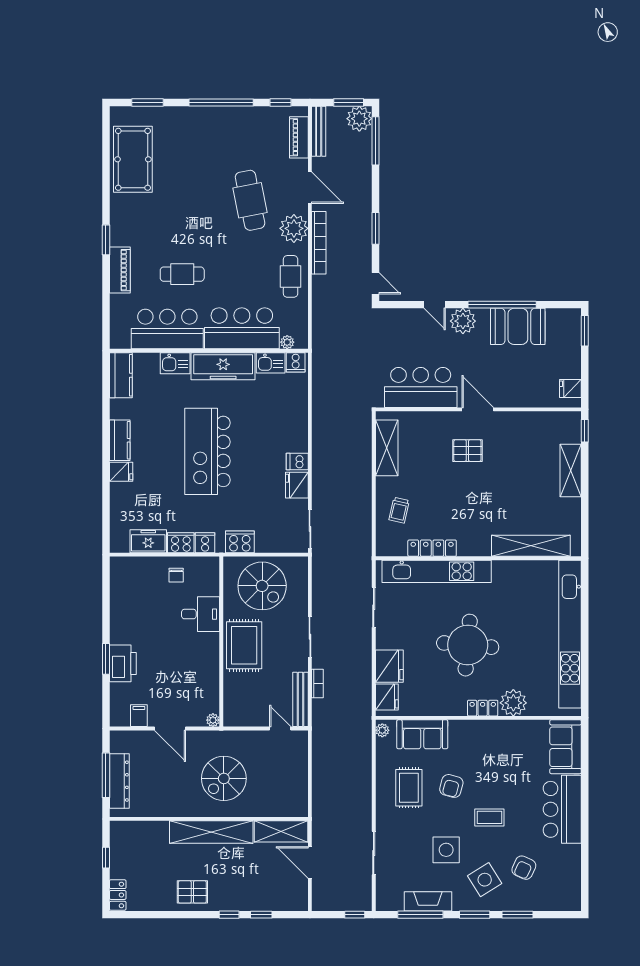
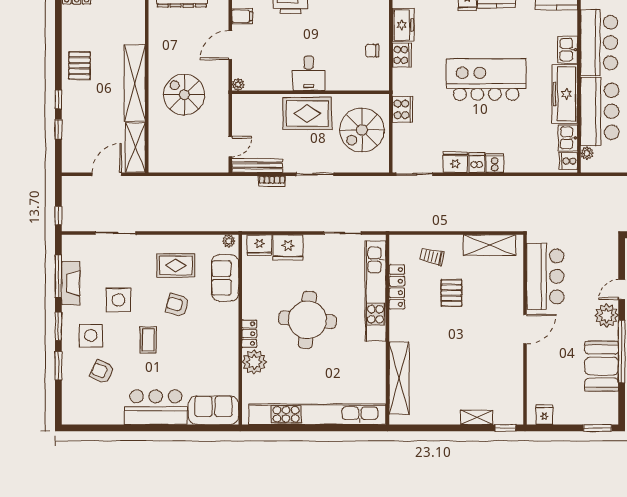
pallet: (467, 451) -> (451, 293), moved
shelving: (571, 471) -> (477, 417), width x0.67, depth x0.75
cooker: (205, 543) -> (495, 163), moved, turned -90
desk: (201, 614) -> (309, 73), moved
side table: (485, 880) -> (91, 336), turned 32

